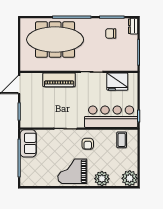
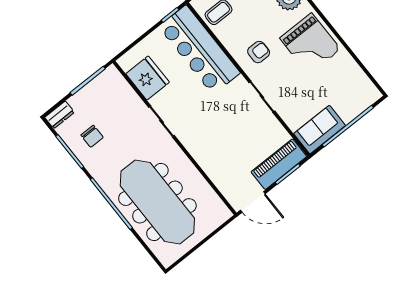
piano: (59, 80) -> (279, 164), moved, turned -90

